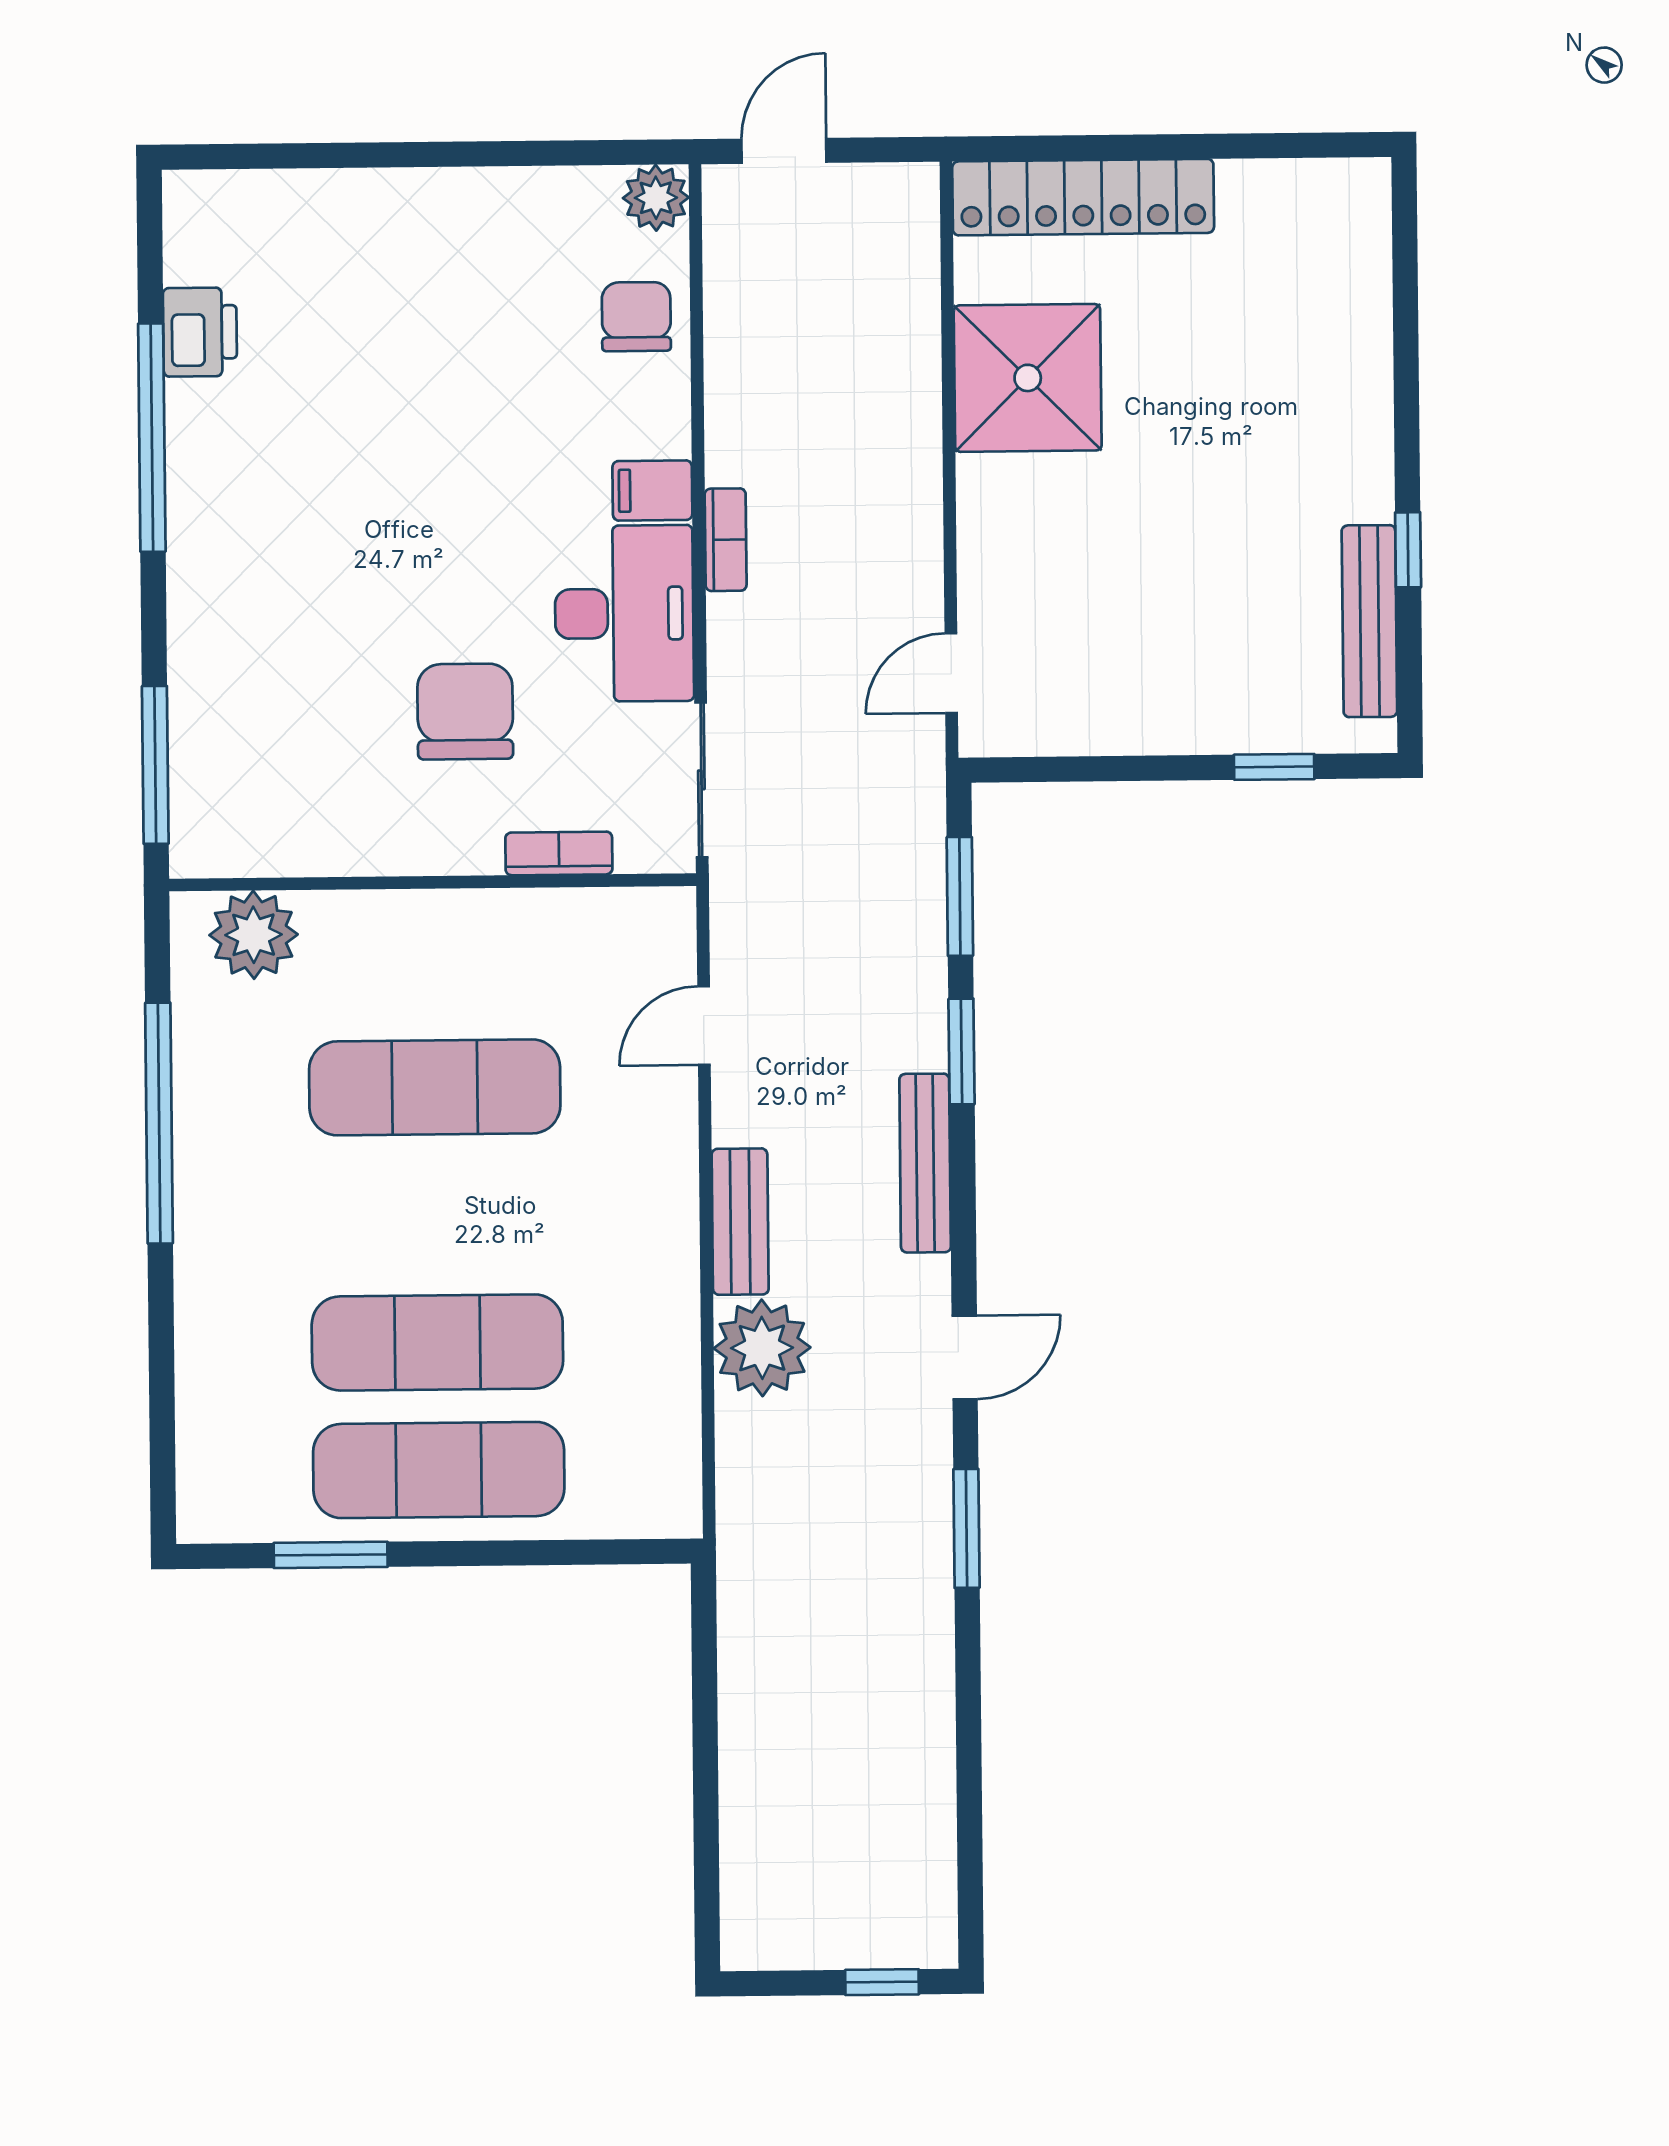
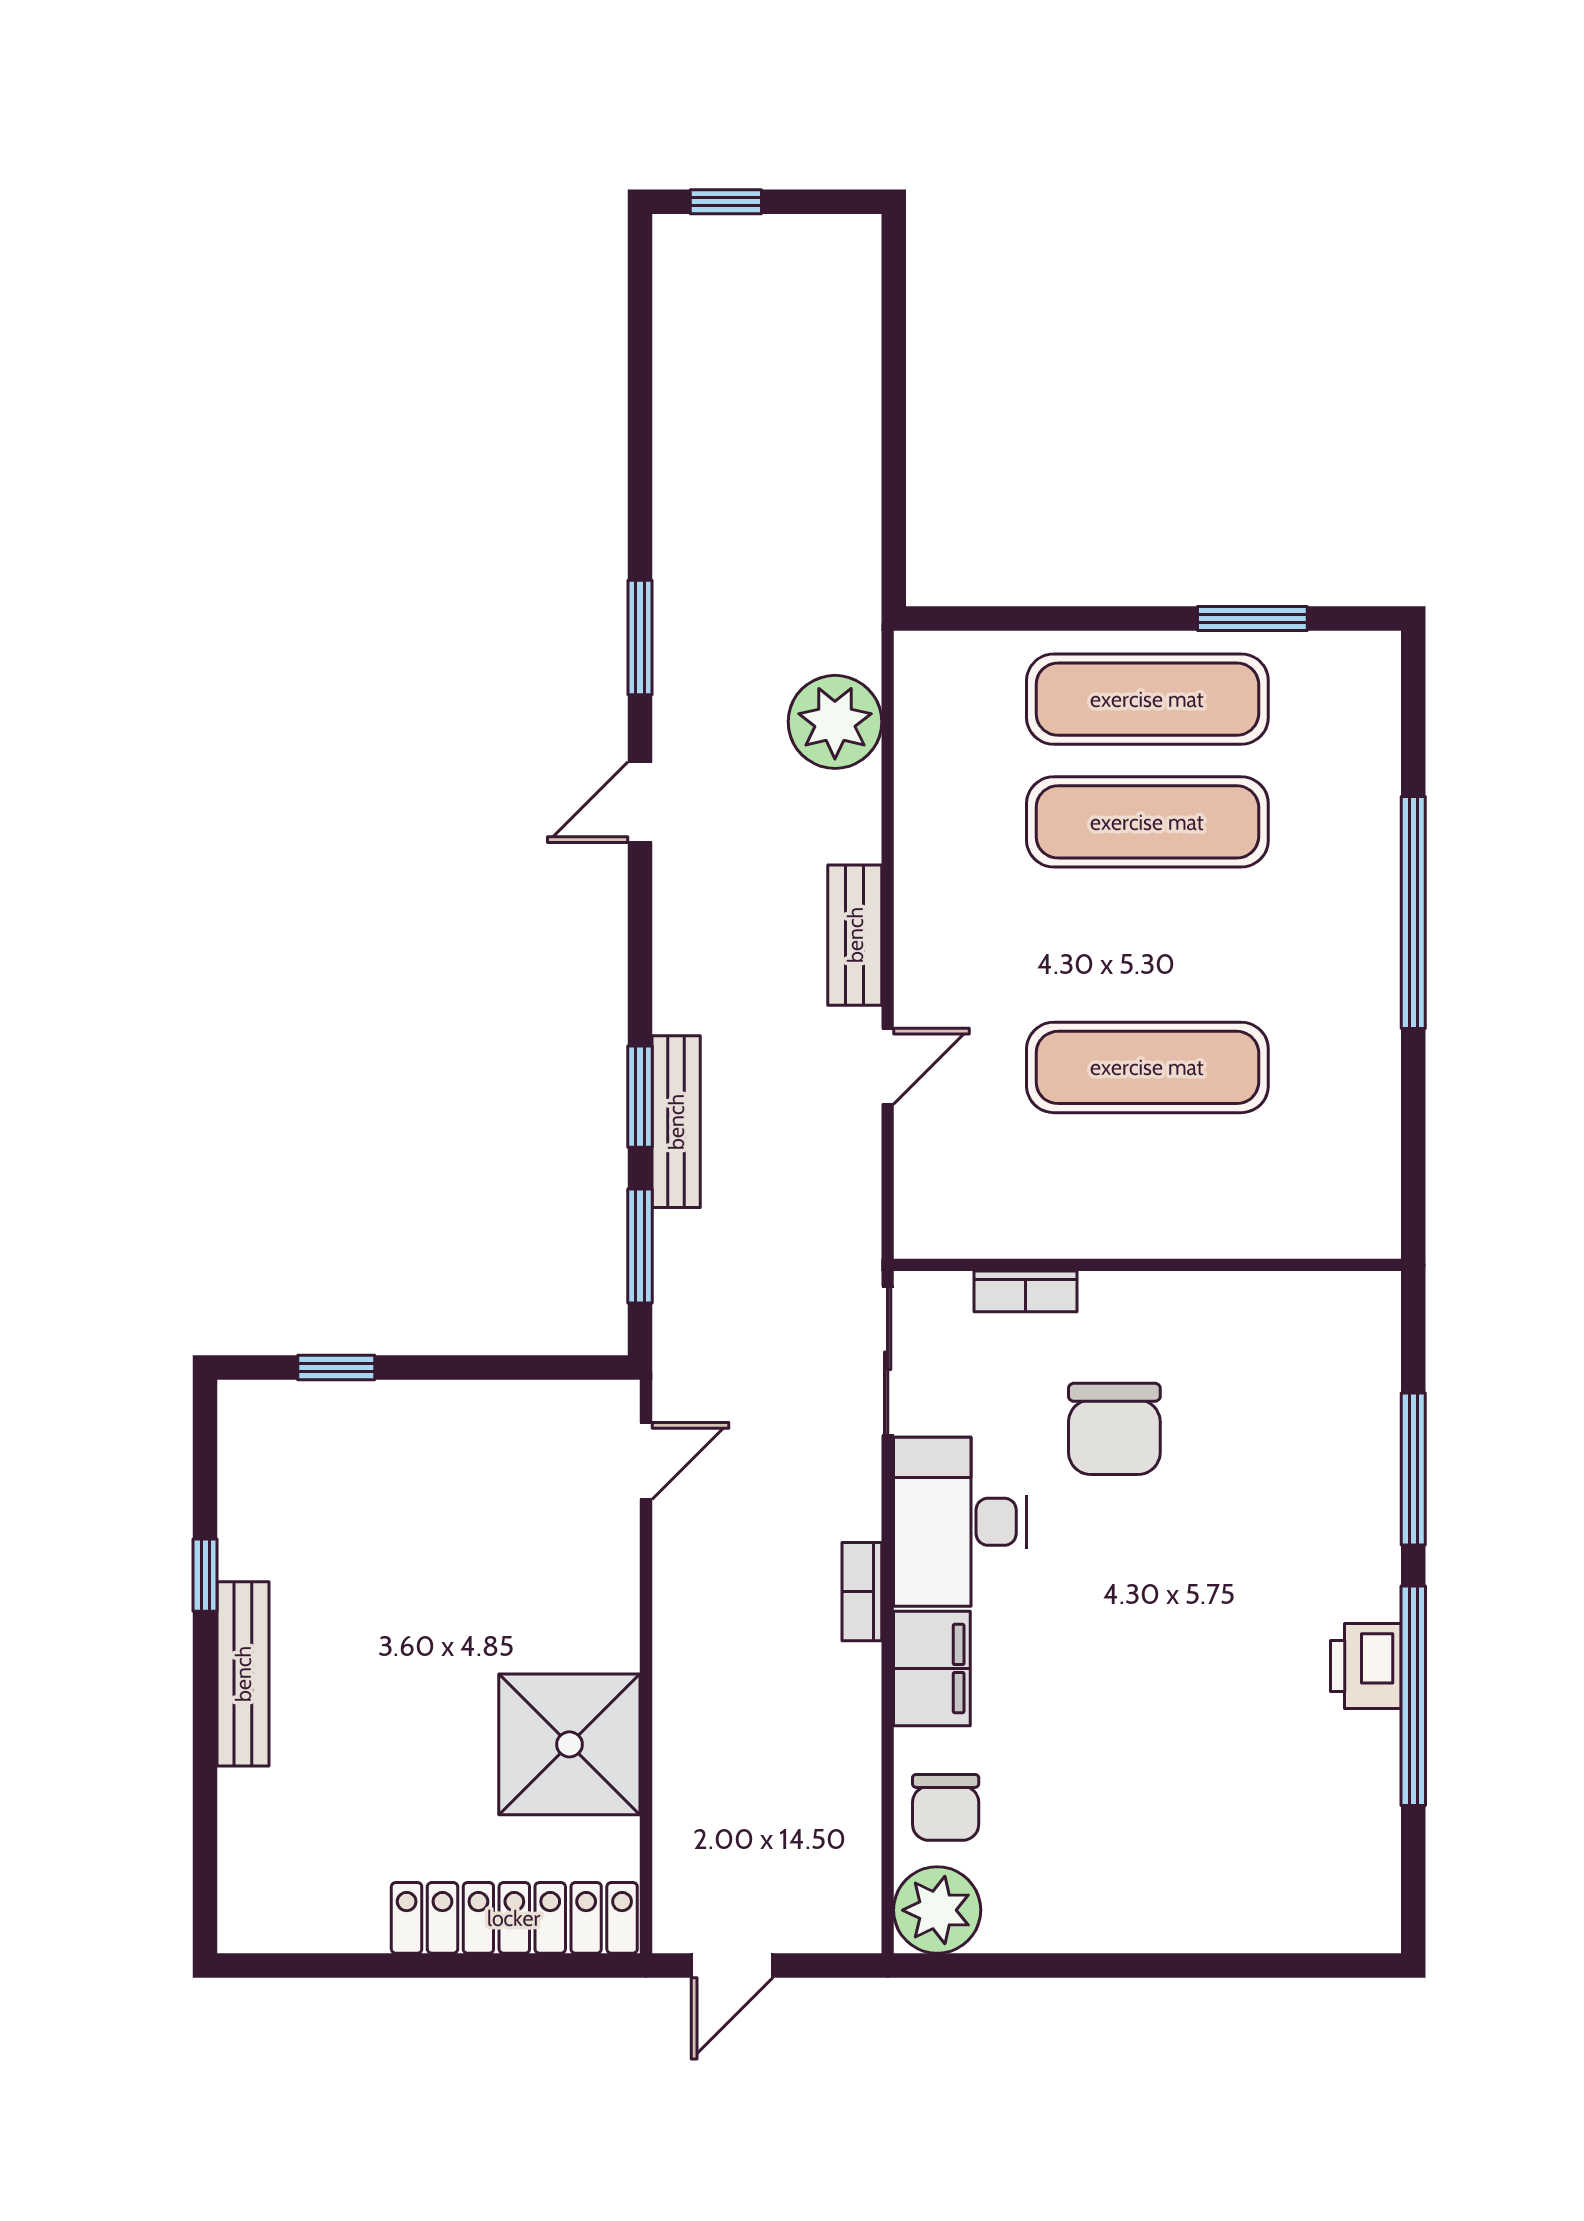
door: (784, 151) -> (732, 1966), moved
plant: (656, 198) -> (937, 1910), width x1.36, depth x1.36
printer: (200, 332) -> (1366, 1666), moved
filing cabinet: (652, 490) -> (932, 1668), width x2.00
bench: (1369, 621) -> (243, 1674), moved
window: (155, 765) -> (1413, 1469), moved
plant: (254, 935) -> (1320, 1216), removed
door: (704, 1026) -> (888, 1066), moved
window: (159, 1123) -> (1413, 913), moved
bench: (925, 1163) -> (676, 1122), moved
plant: (762, 1348) -> (835, 722), moved

